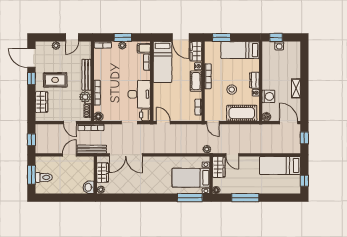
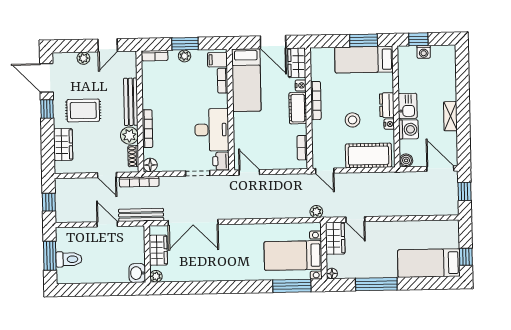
window: (222, 37) -> (364, 40), moved
kitchen sink: (268, 81) -> (408, 106), added
door: (69, 155) -> (107, 224), hinge flipped
bed: (280, 165) -> (429, 263), moved

